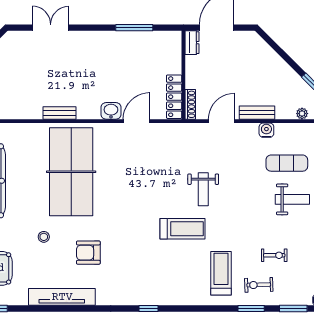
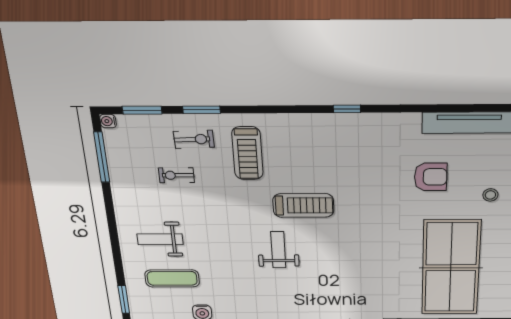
treadmill: (182, 229) -> (303, 205), turned 180

